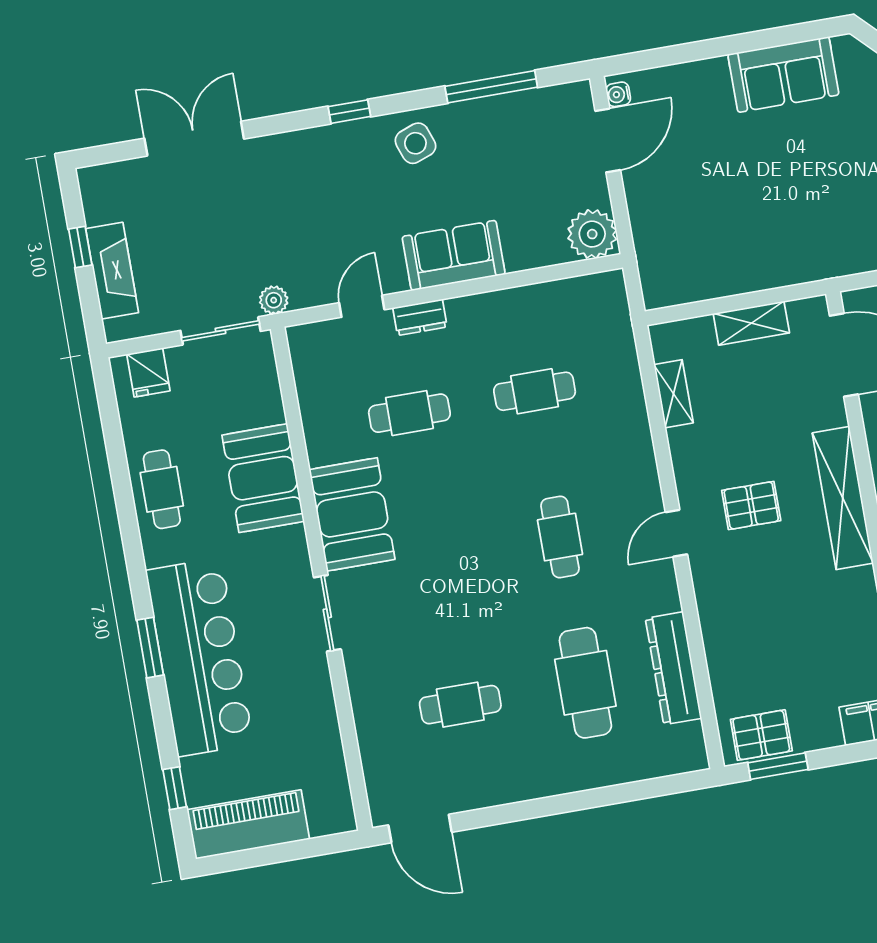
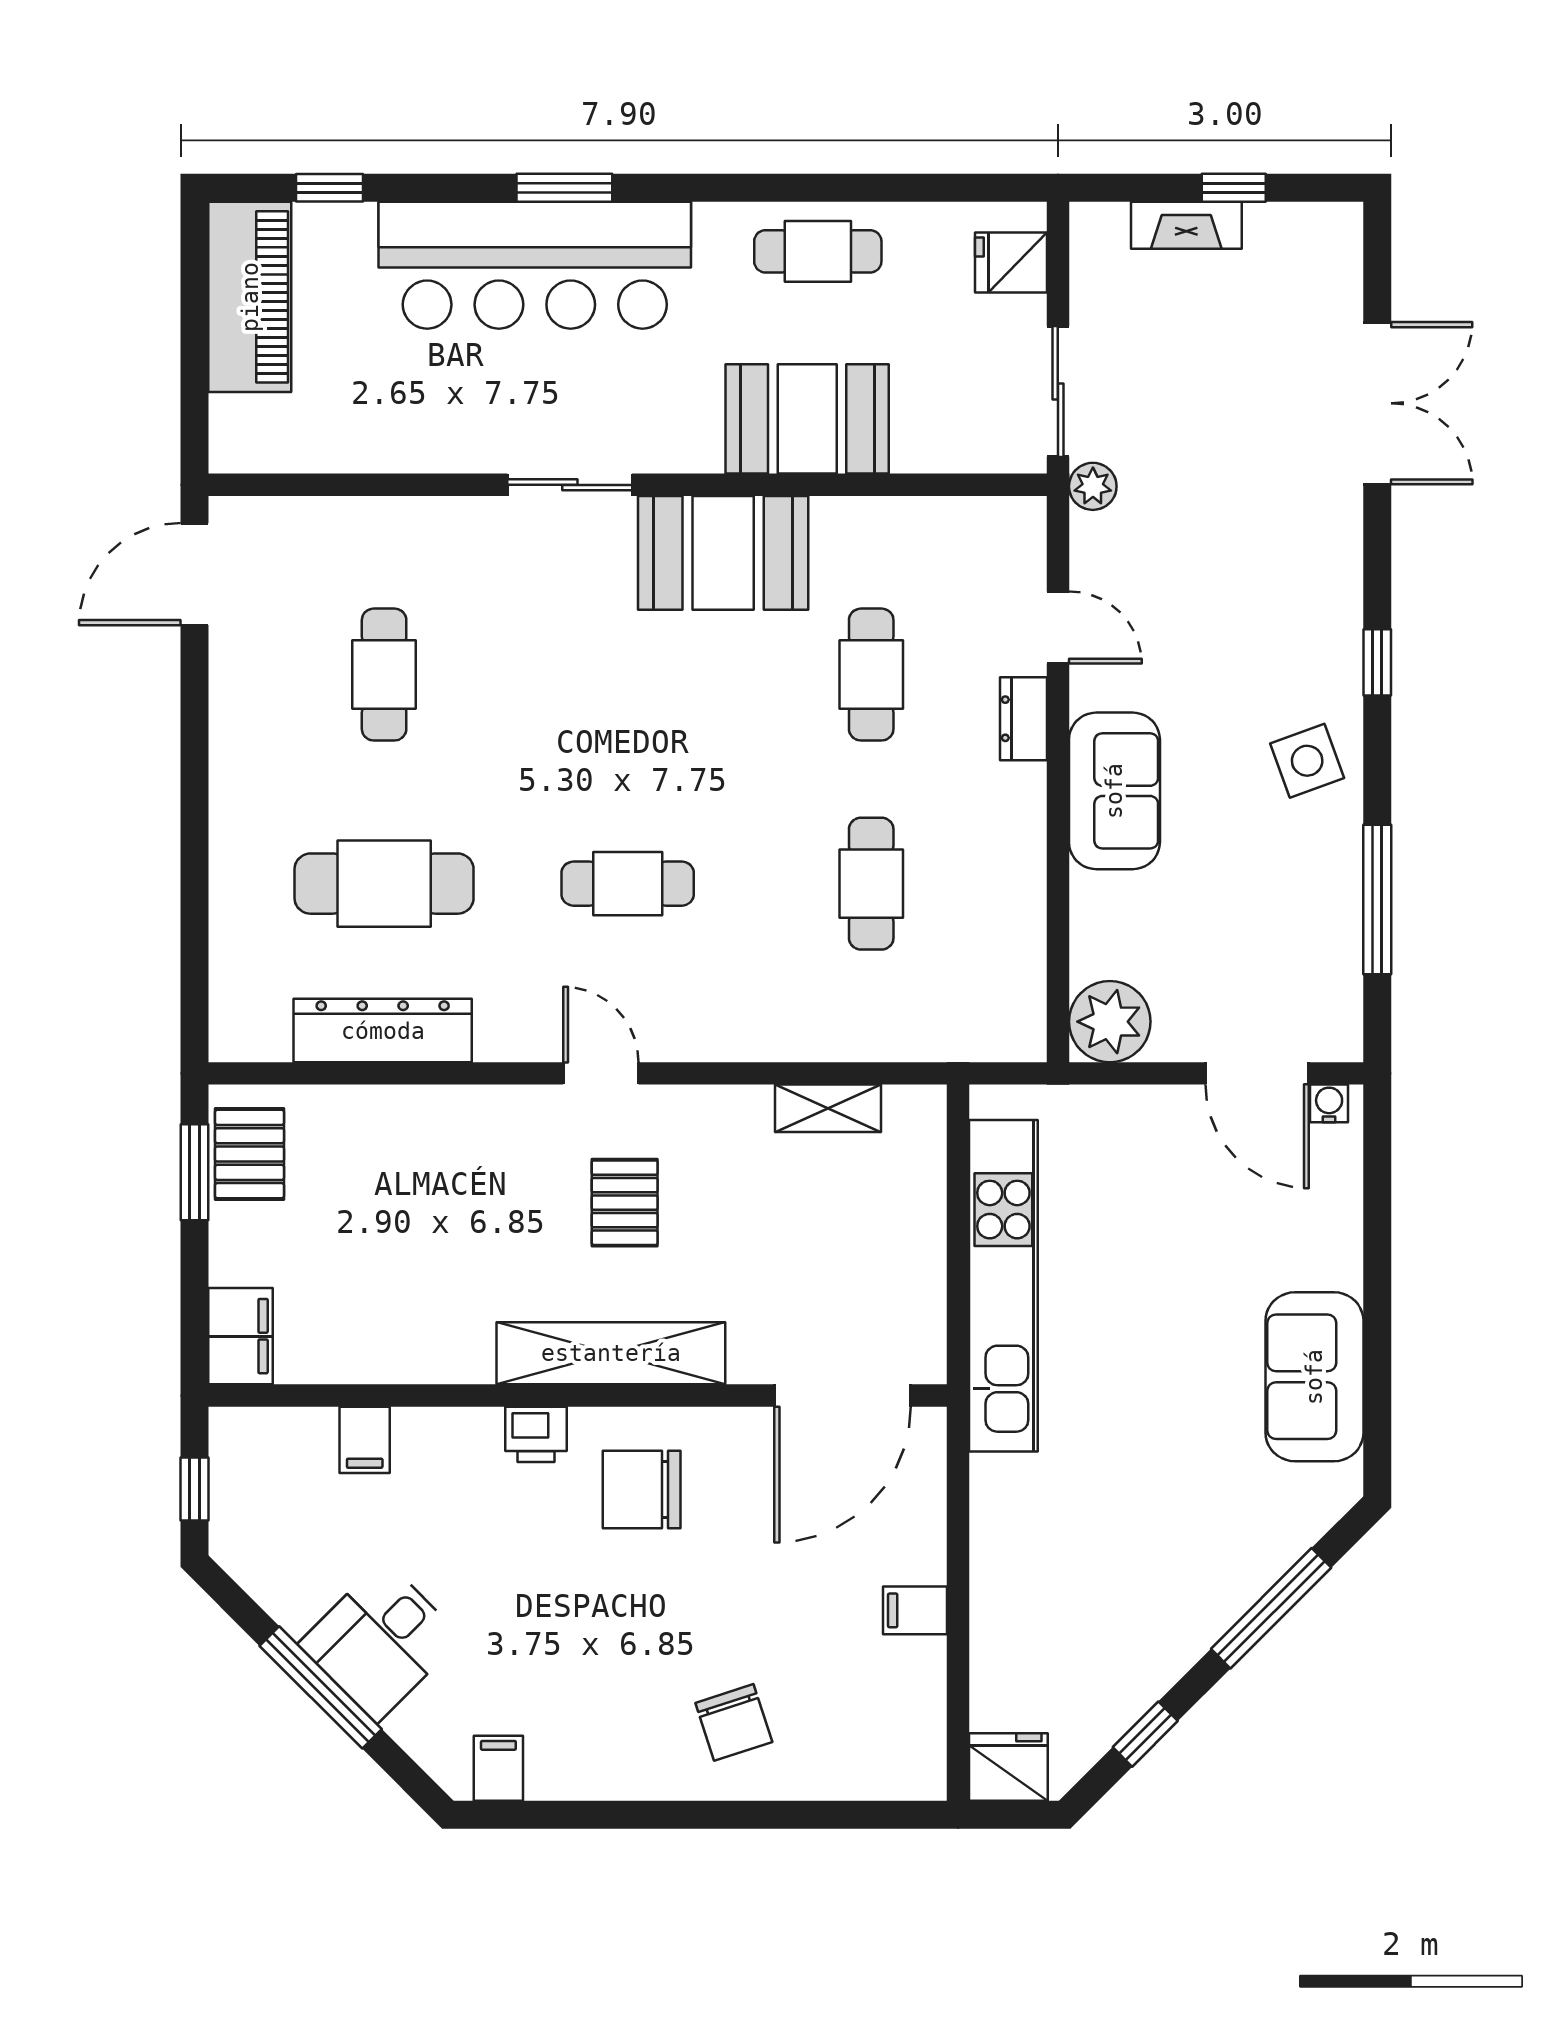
kitchen unit: (761, 270) -> (1003, 1286), added
fireplace: (112, 271) -> (1186, 225), width x0.73, depth x0.76
shelving: (751, 323) -> (920, 1254), removed

